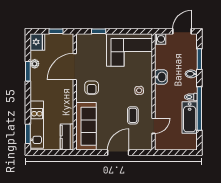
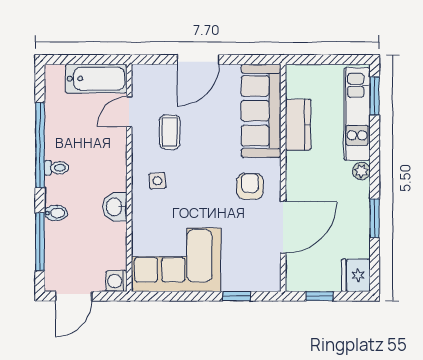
window: (199, 59) -> (40, 242), width x1.44
plant: (35, 64) -> (361, 171), moved
bathtub: (190, 117) -> (96, 79), moved, turned 90
kitchen counter: (67, 137) -> (298, 125), moved

